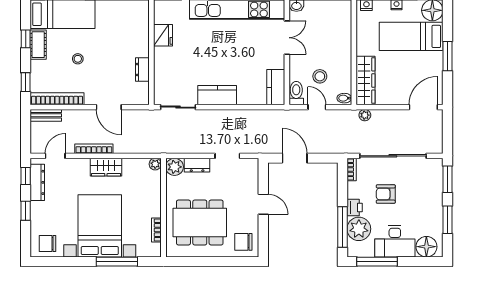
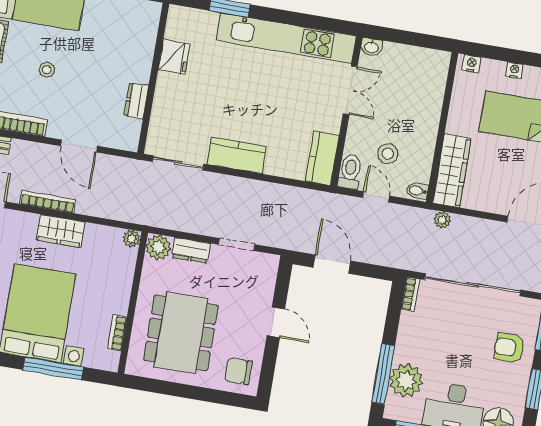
armchair: (386, 194) -> (509, 348), moved
printer: (355, 208) -> (405, 349), removed
dining table: (200, 222) -> (181, 333), turned 90

